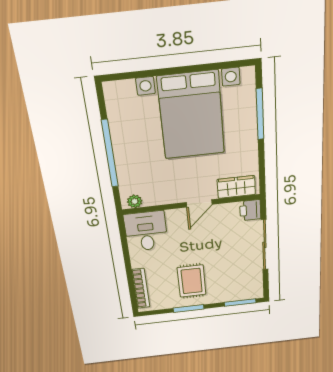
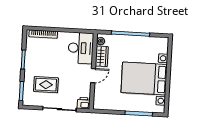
wardrobe: (236, 187) -> (102, 56), moved
door: (199, 203) -> (93, 76), swing flipped
desk: (146, 231) -> (81, 48), width x1.37
rug: (192, 281) -> (46, 85), moved

